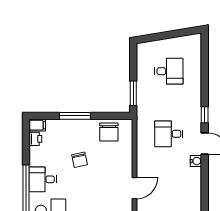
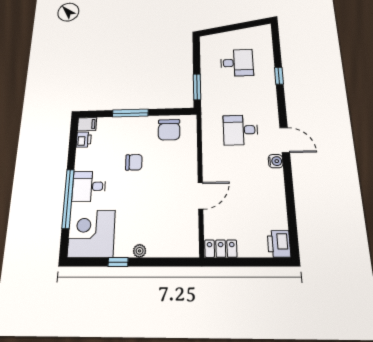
window: (205, 115) -> (279, 76), moved
chair: (80, 160) -> (134, 162), turned -78

